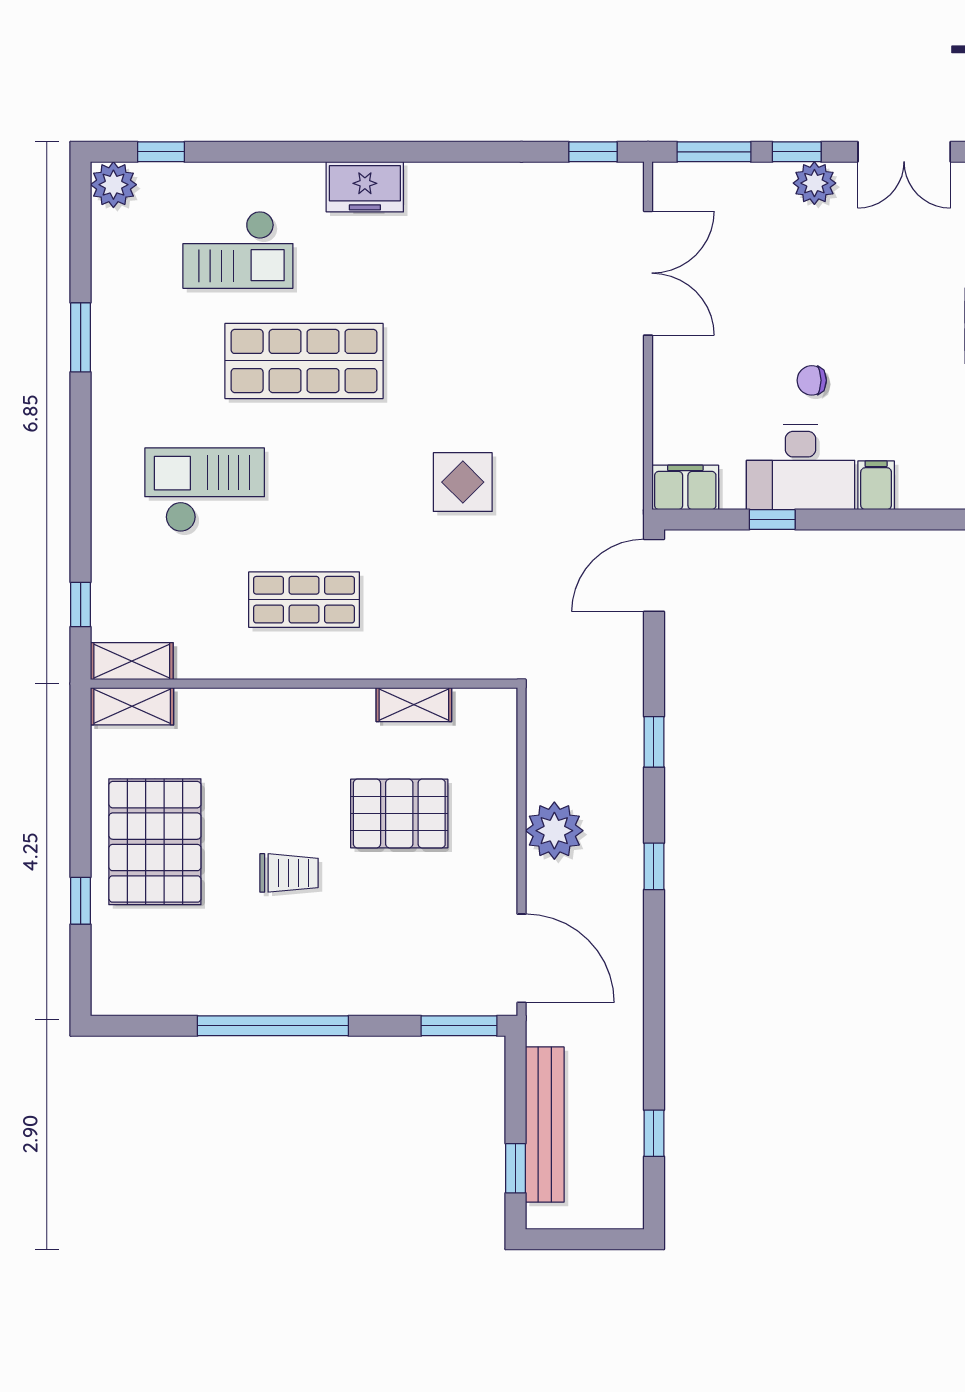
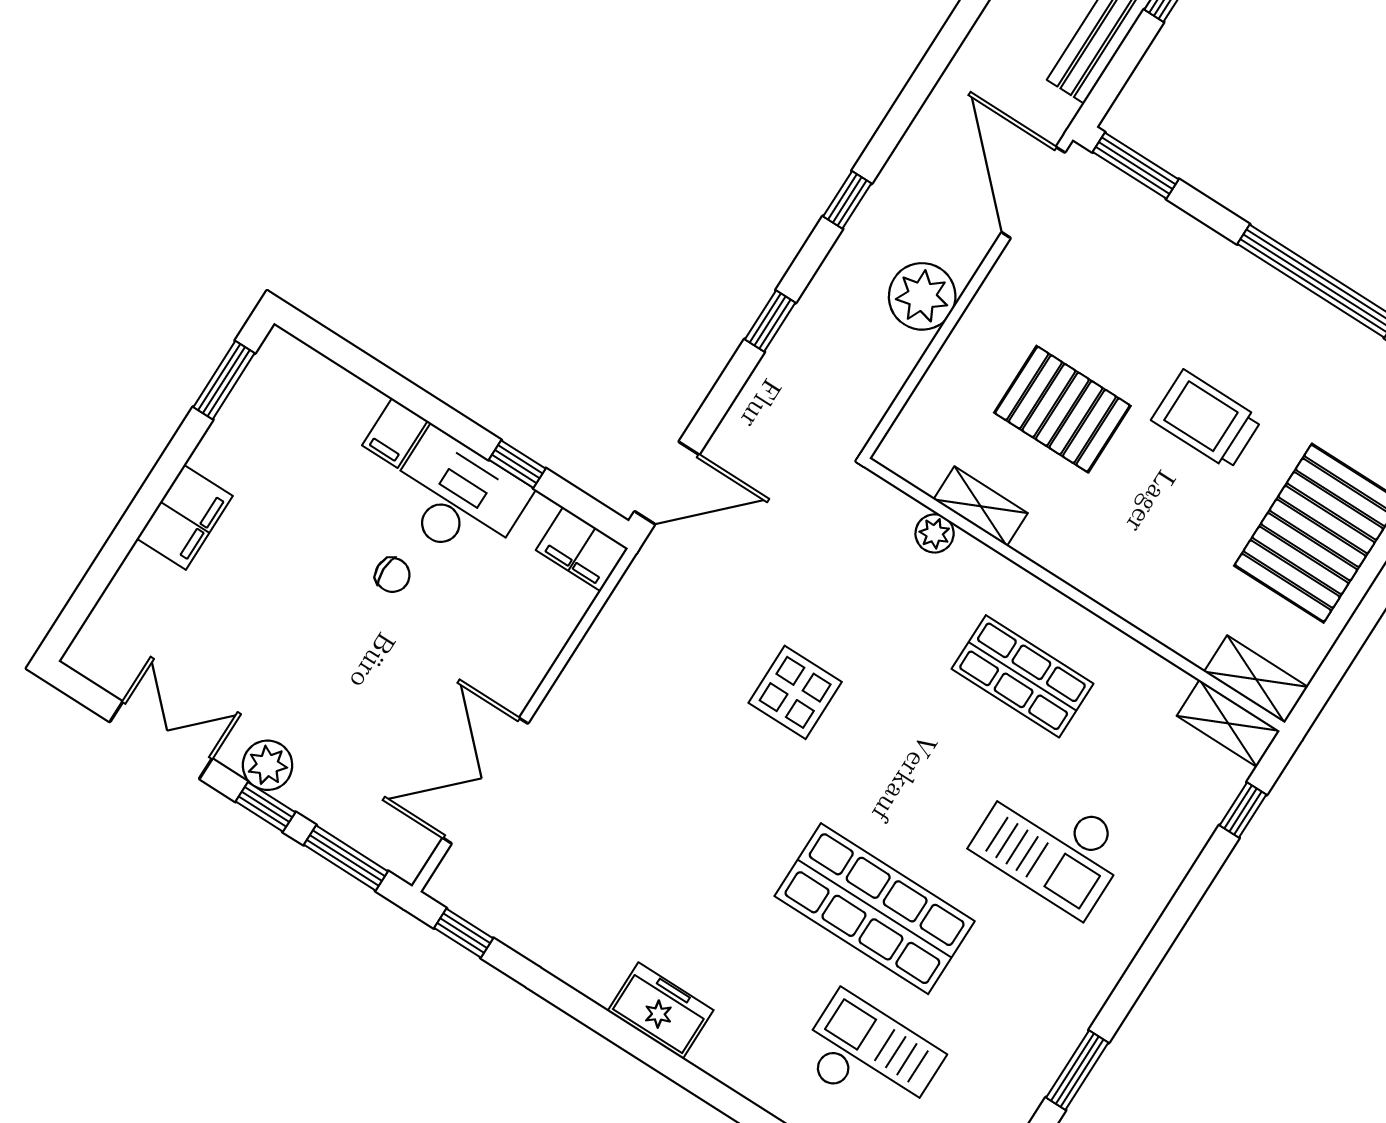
freezer: (365, 187) -> (661, 1011), moved
plant: (435, 663) -> (935, 533), added
trolley: (289, 873) -> (1207, 420), width x1.36, depth x1.39

